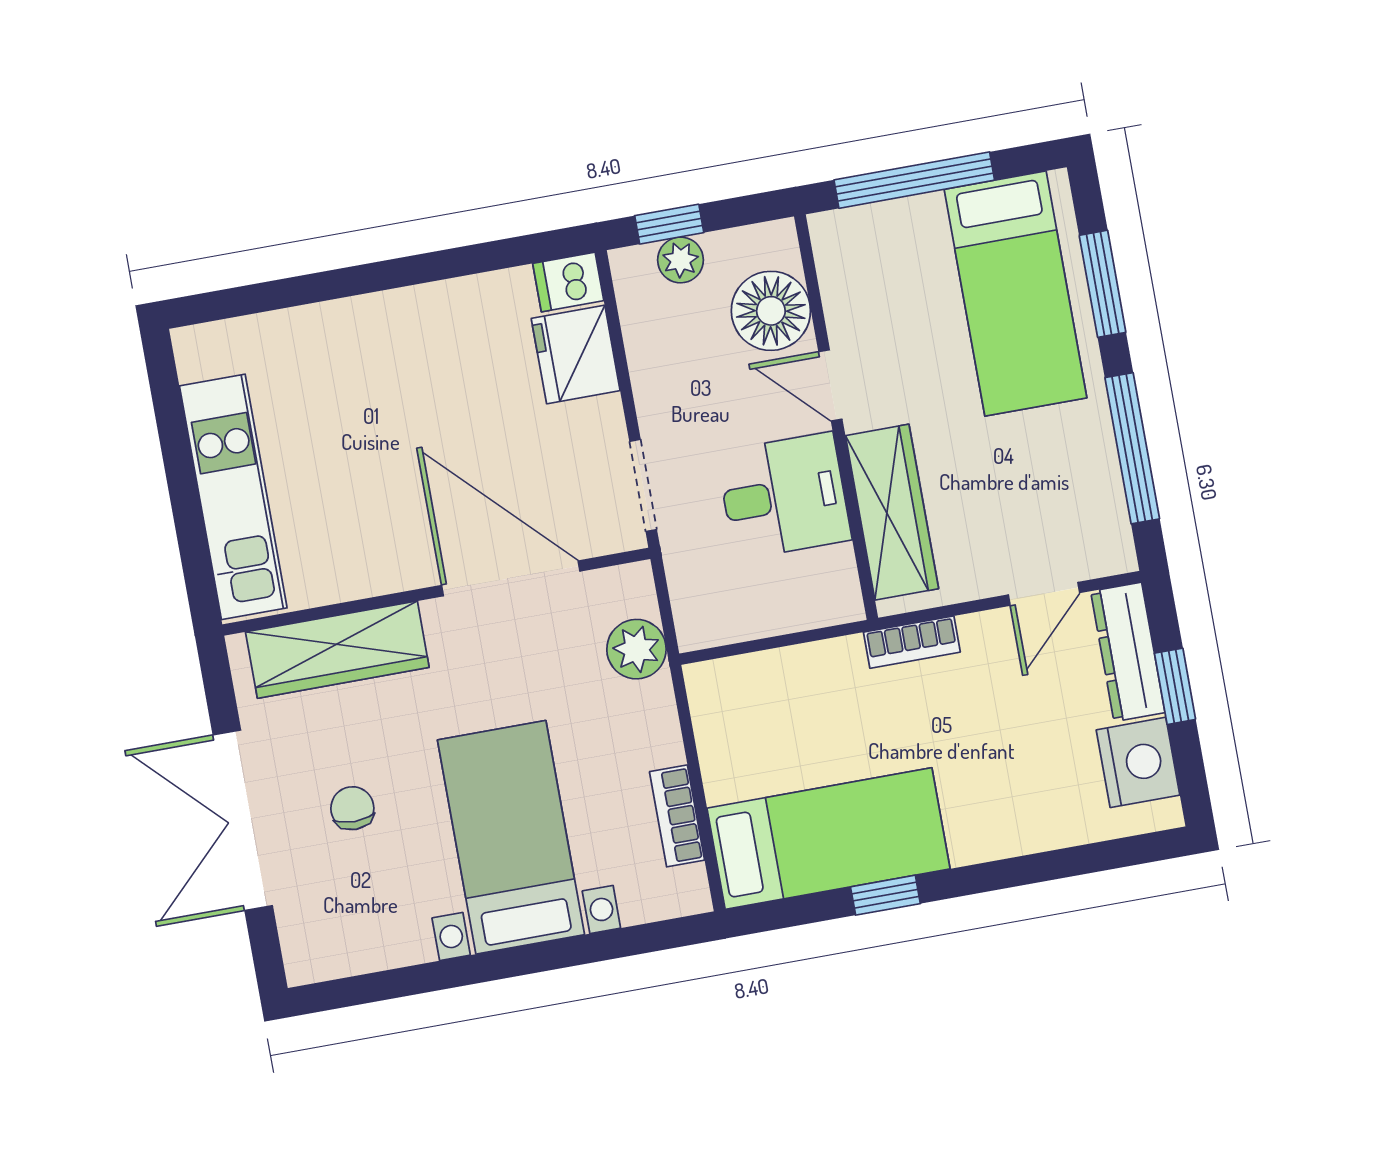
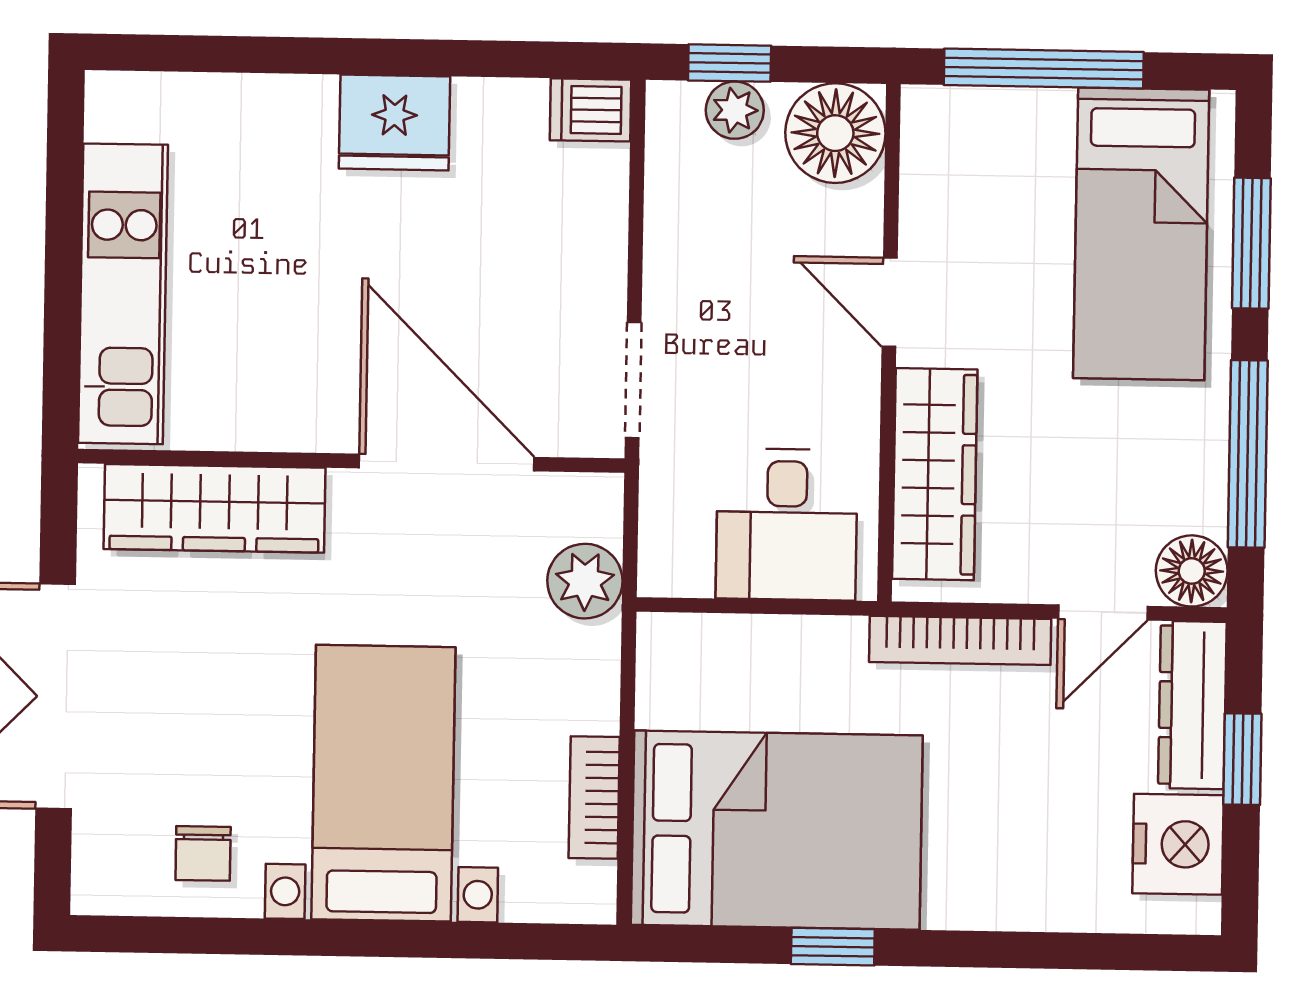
floor lamp: (771, 311) -> (835, 133), moved
fridge: (576, 354) -> (394, 123), moved, turned -90
desk: (784, 496) -> (787, 524), moved, turned 90
floor lamp: (1107, 548) -> (1192, 571), added
bookcase: (912, 642) -> (960, 640), width x1.56
chair: (352, 808) -> (203, 853), moved, turned 180
bed: (829, 838) -> (777, 830), width x1.50

